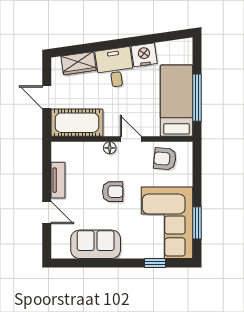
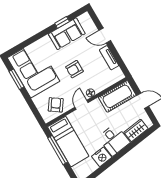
door: (131, 139) -> (82, 105), swing flipped
armchair: (165, 159) -> (56, 105), turned -60
window: (155, 263) -> (62, 22), moved

